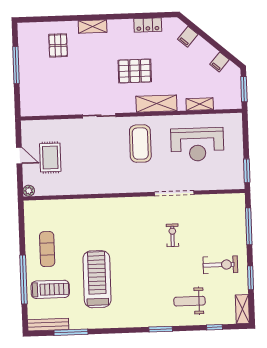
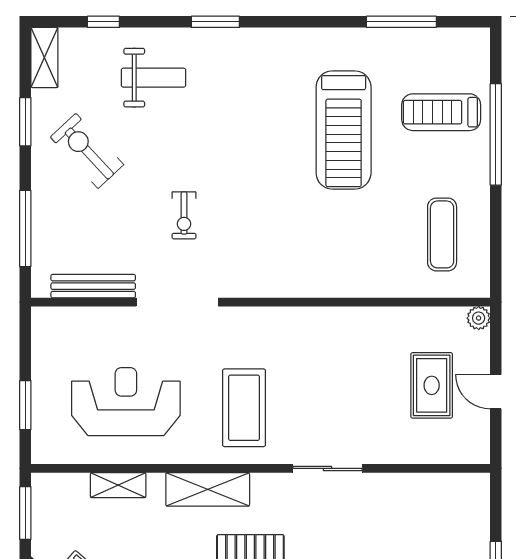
window: (247, 171) -> (25, 405), moved
exercise mat: (47, 249) -> (442, 234), moved
exercise bike: (220, 265) -> (87, 151), turned 47
bench: (48, 325) -> (93, 286), moved

